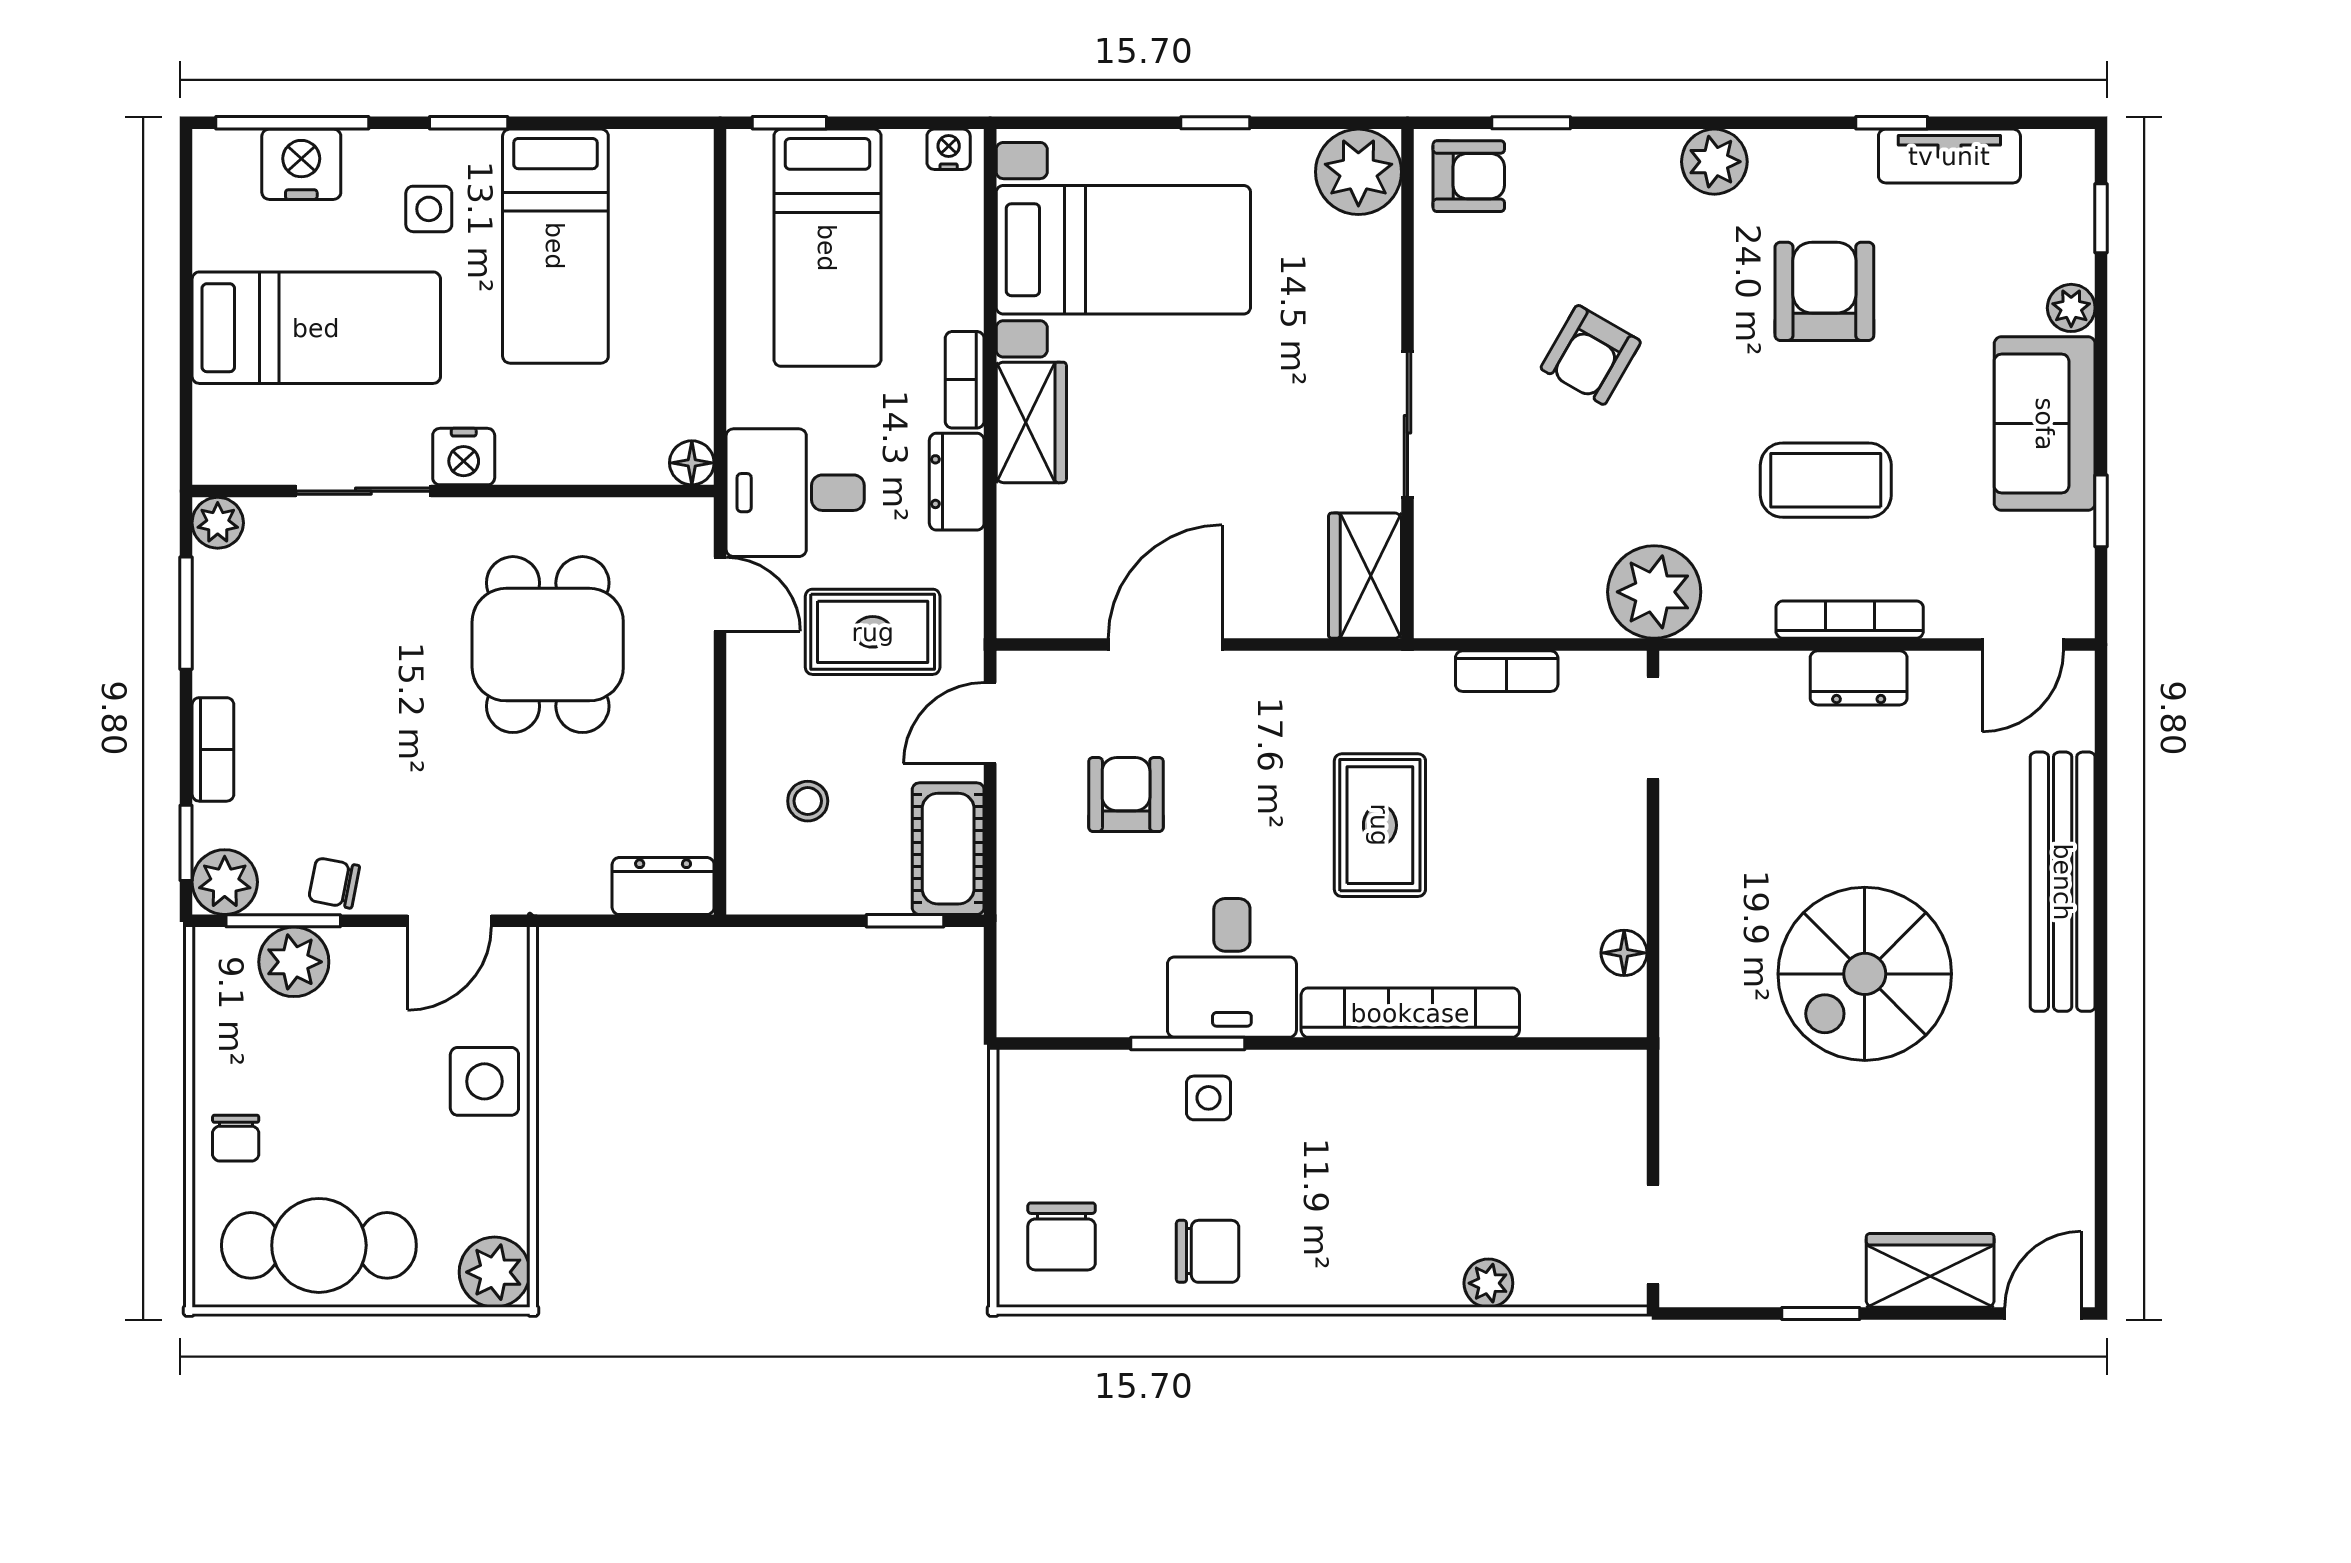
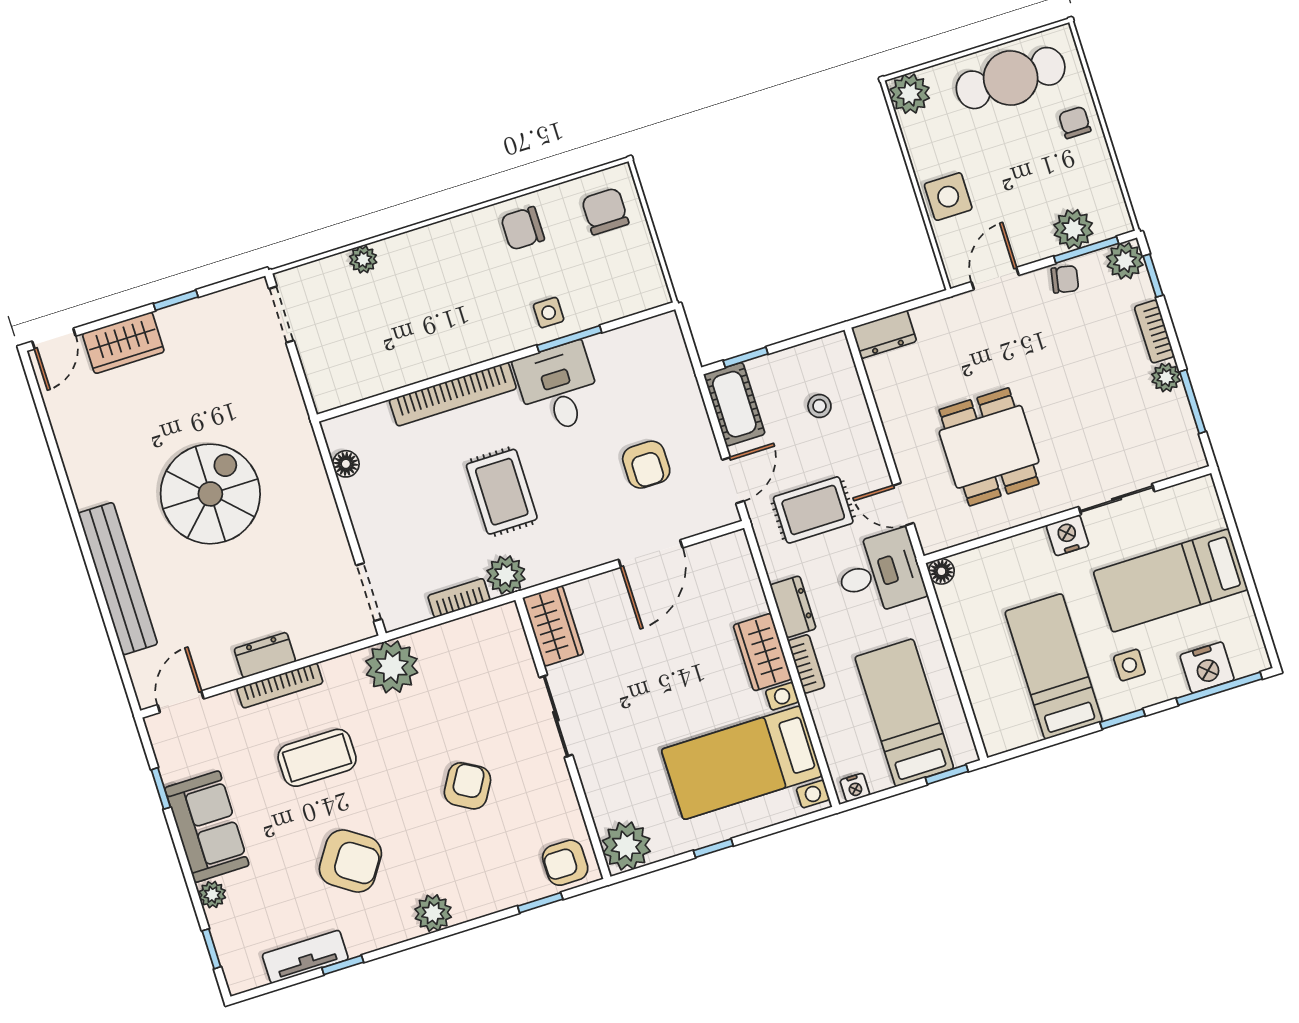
armchair: (1824, 291) -> (350, 861), turned -56
plant: (218, 523) -> (1166, 377), moved
plant: (1417, 685) -> (506, 575), added

